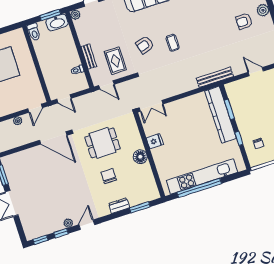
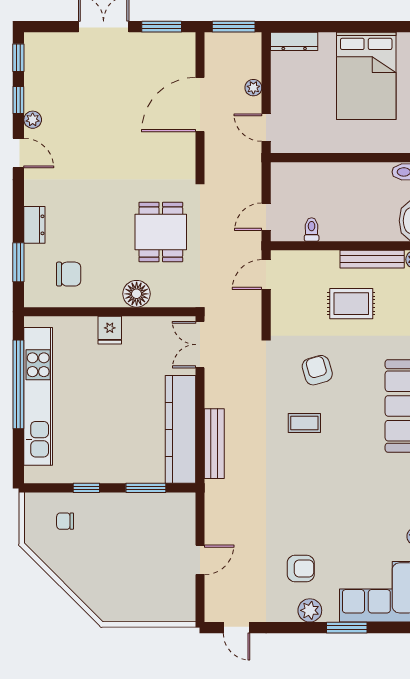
armchair: (244, 21) -> (301, 569), turned 90
bench: (89, 56) -> (372, 259), moved, width x1.36
rug: (115, 61) -> (351, 304), moved
bench: (215, 77) -> (214, 444), moved
door: (64, 99) -> (266, 217), moved
kitchen counter: (221, 115) -> (181, 429), moved, turned -90
door: (53, 138) -> (200, 105), moved
fridge: (155, 141) -> (110, 330), moved
floor lamp: (140, 157) -> (137, 294), moved
chair: (109, 176) -> (69, 274), moved

